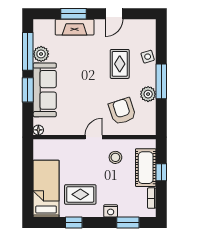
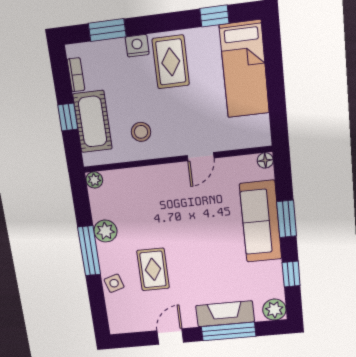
window: (74, 14) -> (229, 332), width x1.44
window: (28, 51) -> (291, 274), width x0.46
plant: (41, 54) -> (274, 310), moved
armchair: (122, 111) -> (140, 202), removed
plant: (150, 130) -> (94, 180), added
door: (94, 137) -> (201, 157), moved
rug: (80, 194) -> (171, 62), moved, turned 90
window: (74, 223) -> (214, 16), moved

